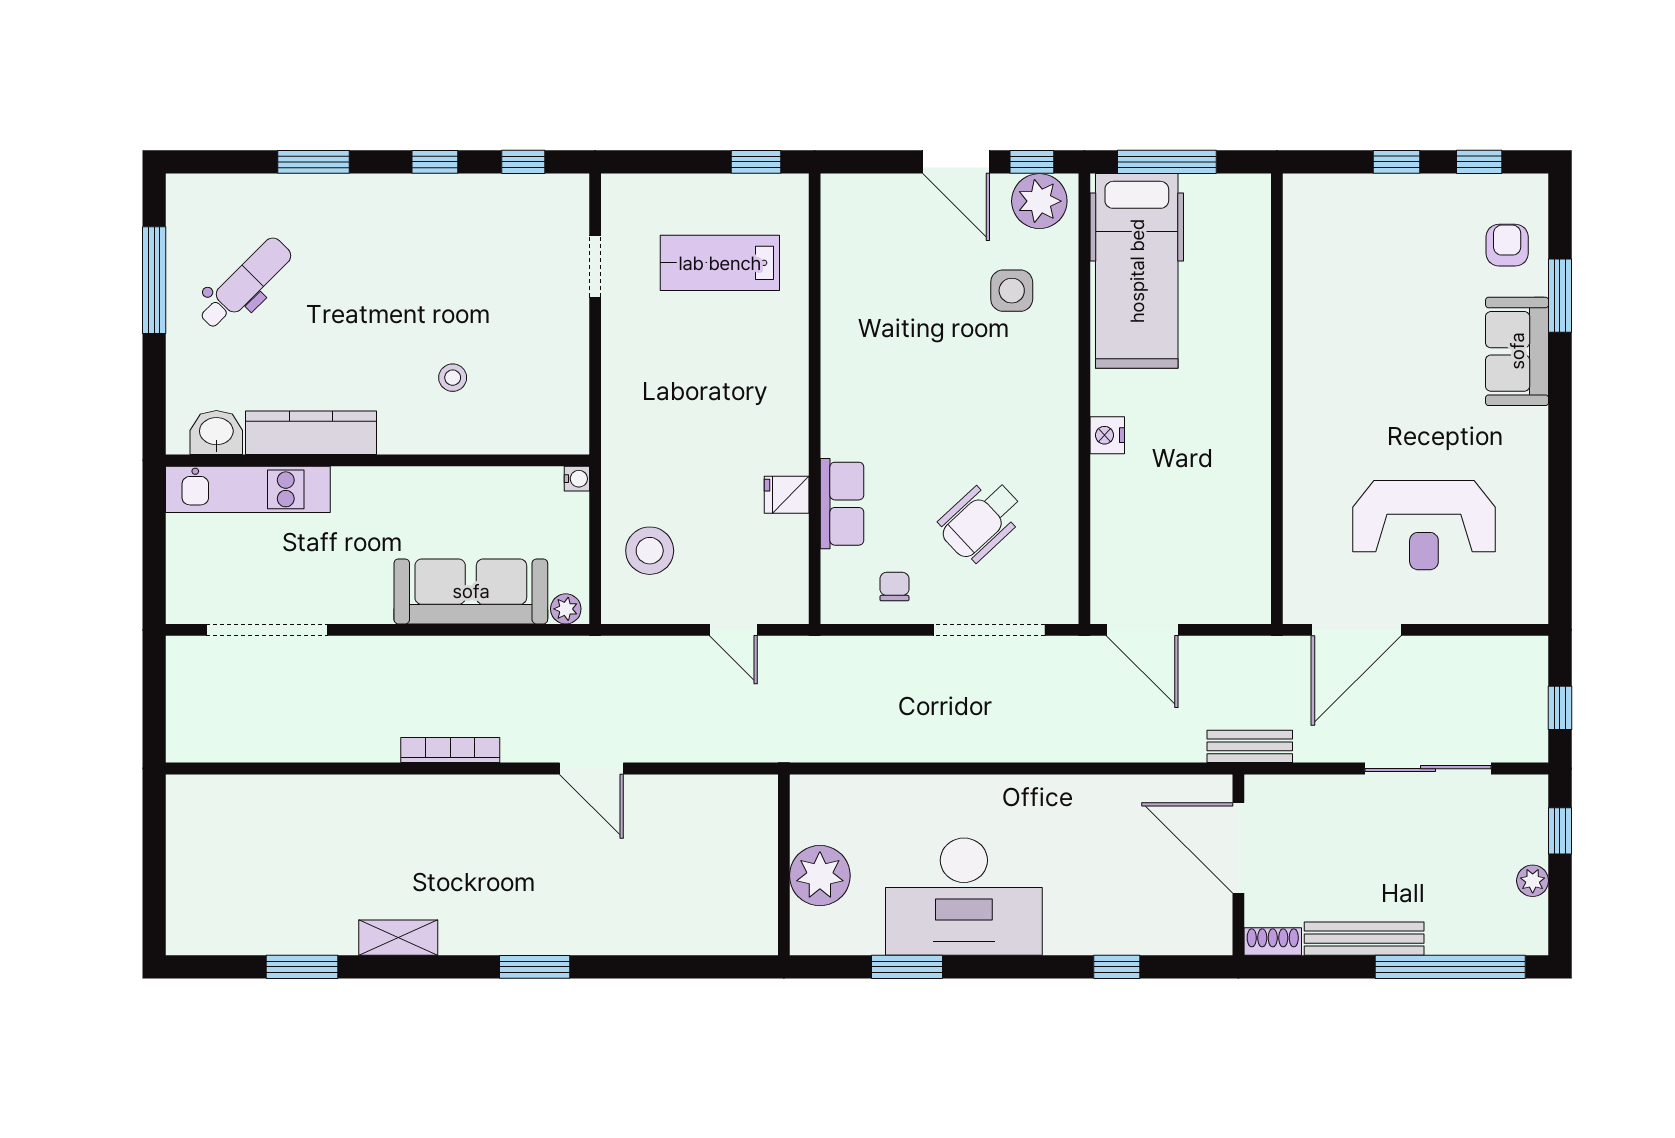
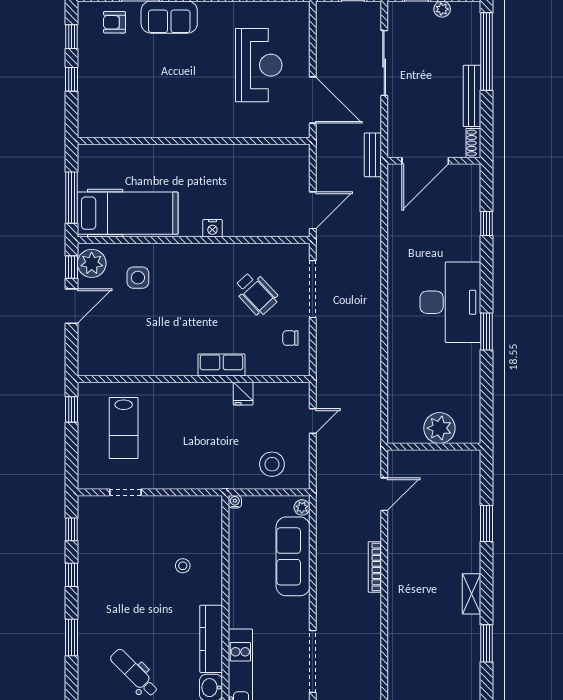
row of seats: (842, 504) -> (221, 365), moved
wall: (784, 865) -> (434, 447), moved
plant: (820, 876) -> (439, 428), moved

